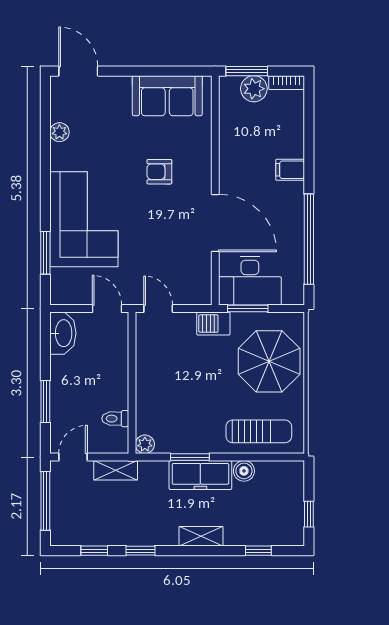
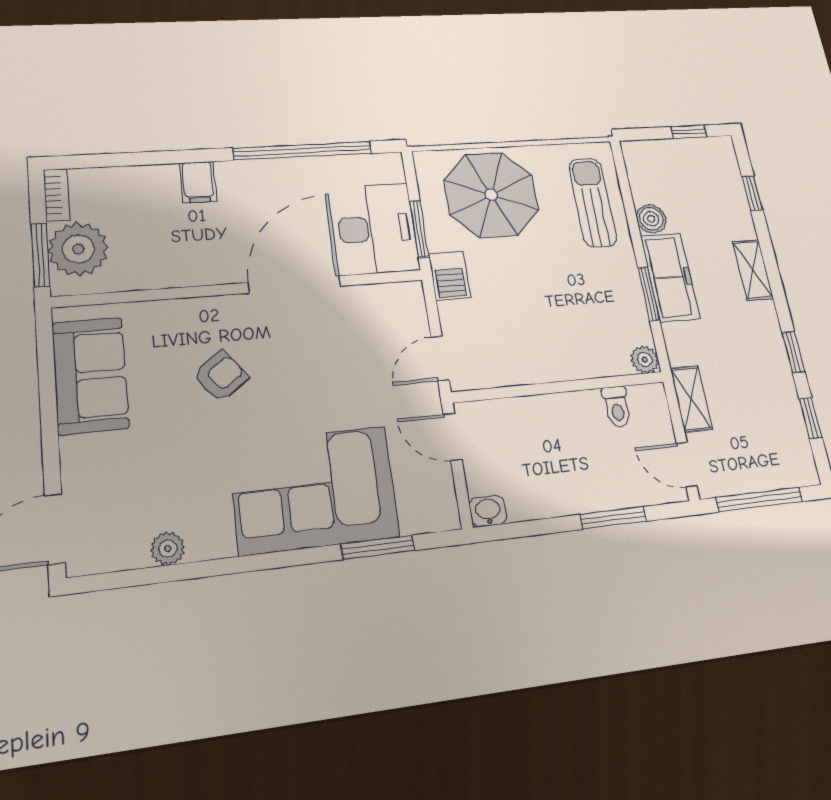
plant: (254, 89) -> (78, 249), width x1.36, depth x1.36
armchair: (159, 172) -> (221, 376), turned -127
door: (107, 309) -> (453, 437), hinge flipped
washbasin: (63, 333) -> (488, 511), width x0.52, depth x0.69

